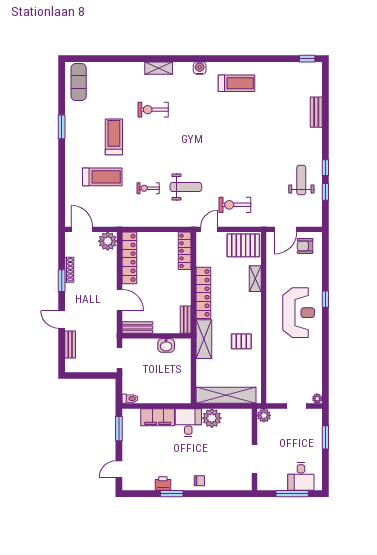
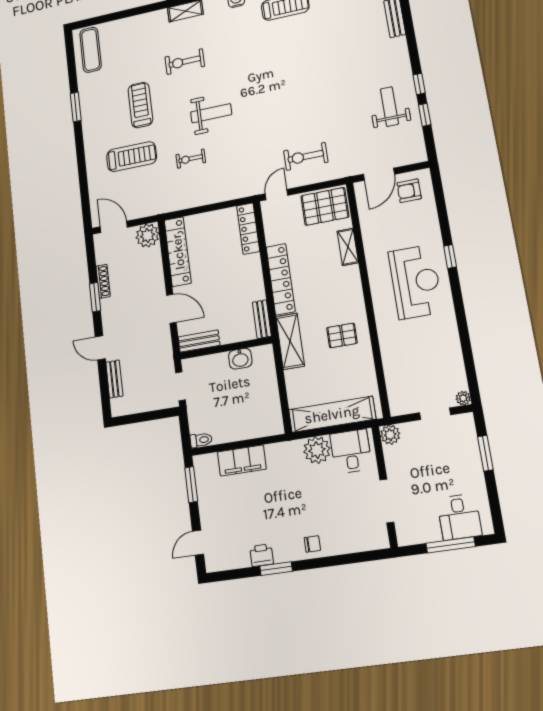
weight bench: (186, 187) -> (211, 113), moved
desk: (188, 423) -> (351, 451), moved

